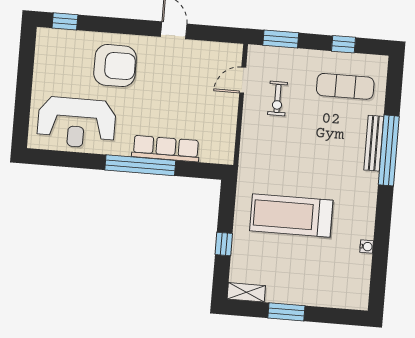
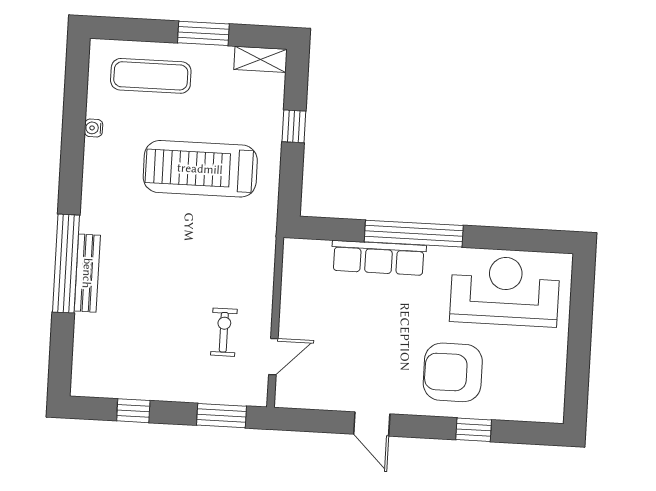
window: (65, 21) -> (474, 430), moved
exercise mat: (345, 86) -> (151, 76), moved
treadmill: (291, 215) -> (200, 169), turned 180

